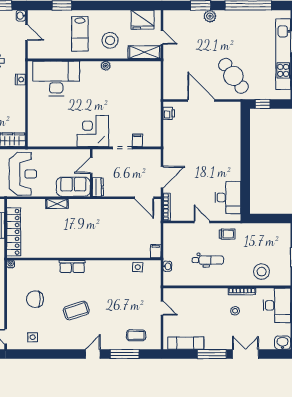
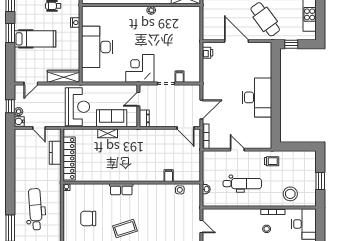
desk: (56, 78) -> (97, 47), moved, turned -90
sofa: (73, 187) -> (112, 118), moved
desk: (228, 197) -> (257, 97), moved, width x1.36, depth x1.30
trolley: (227, 234) -> (272, 161), moved
filing cabinet: (156, 251) -> (169, 176), moved
dental chair: (208, 260) -> (242, 184), width x1.36, depth x1.38

